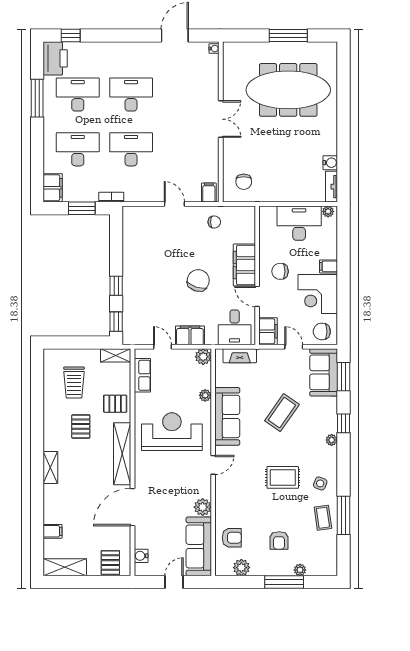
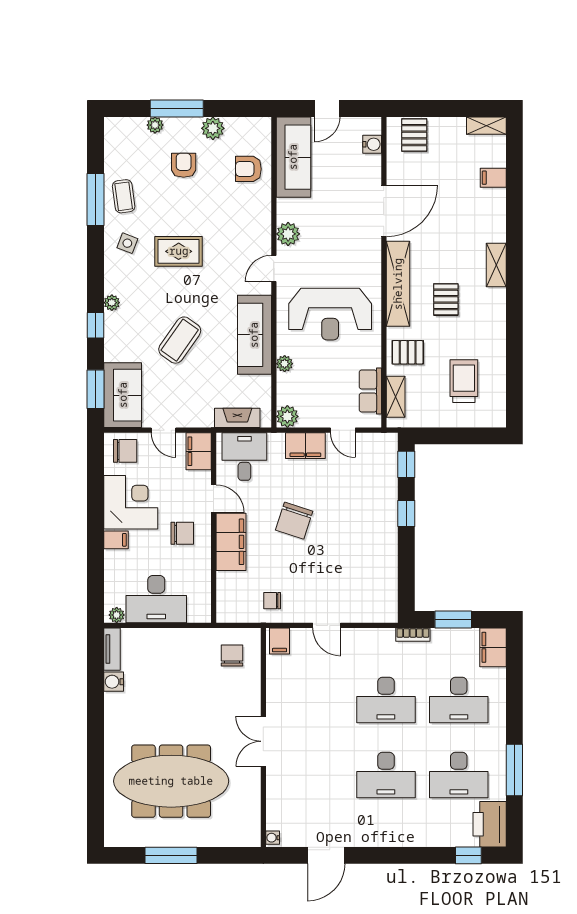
shelving: (116, 355) -> (396, 397), moved, turned 90
pallet: (81, 426) -> (446, 299), moved
plant: (203, 507) -> (288, 234), moved
shelving: (65, 567) -> (486, 126), width x0.67, depth x0.75
plant: (241, 568) -> (213, 128), moved

